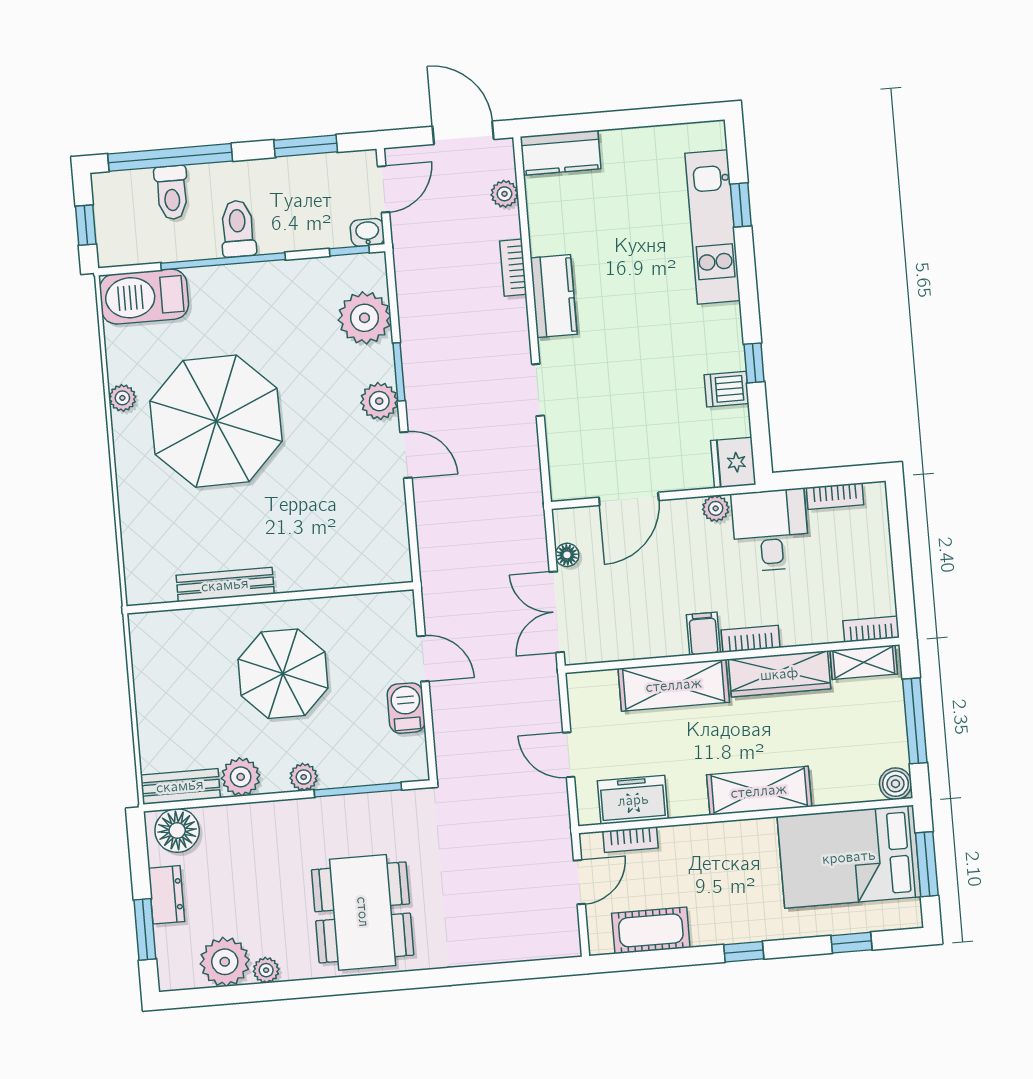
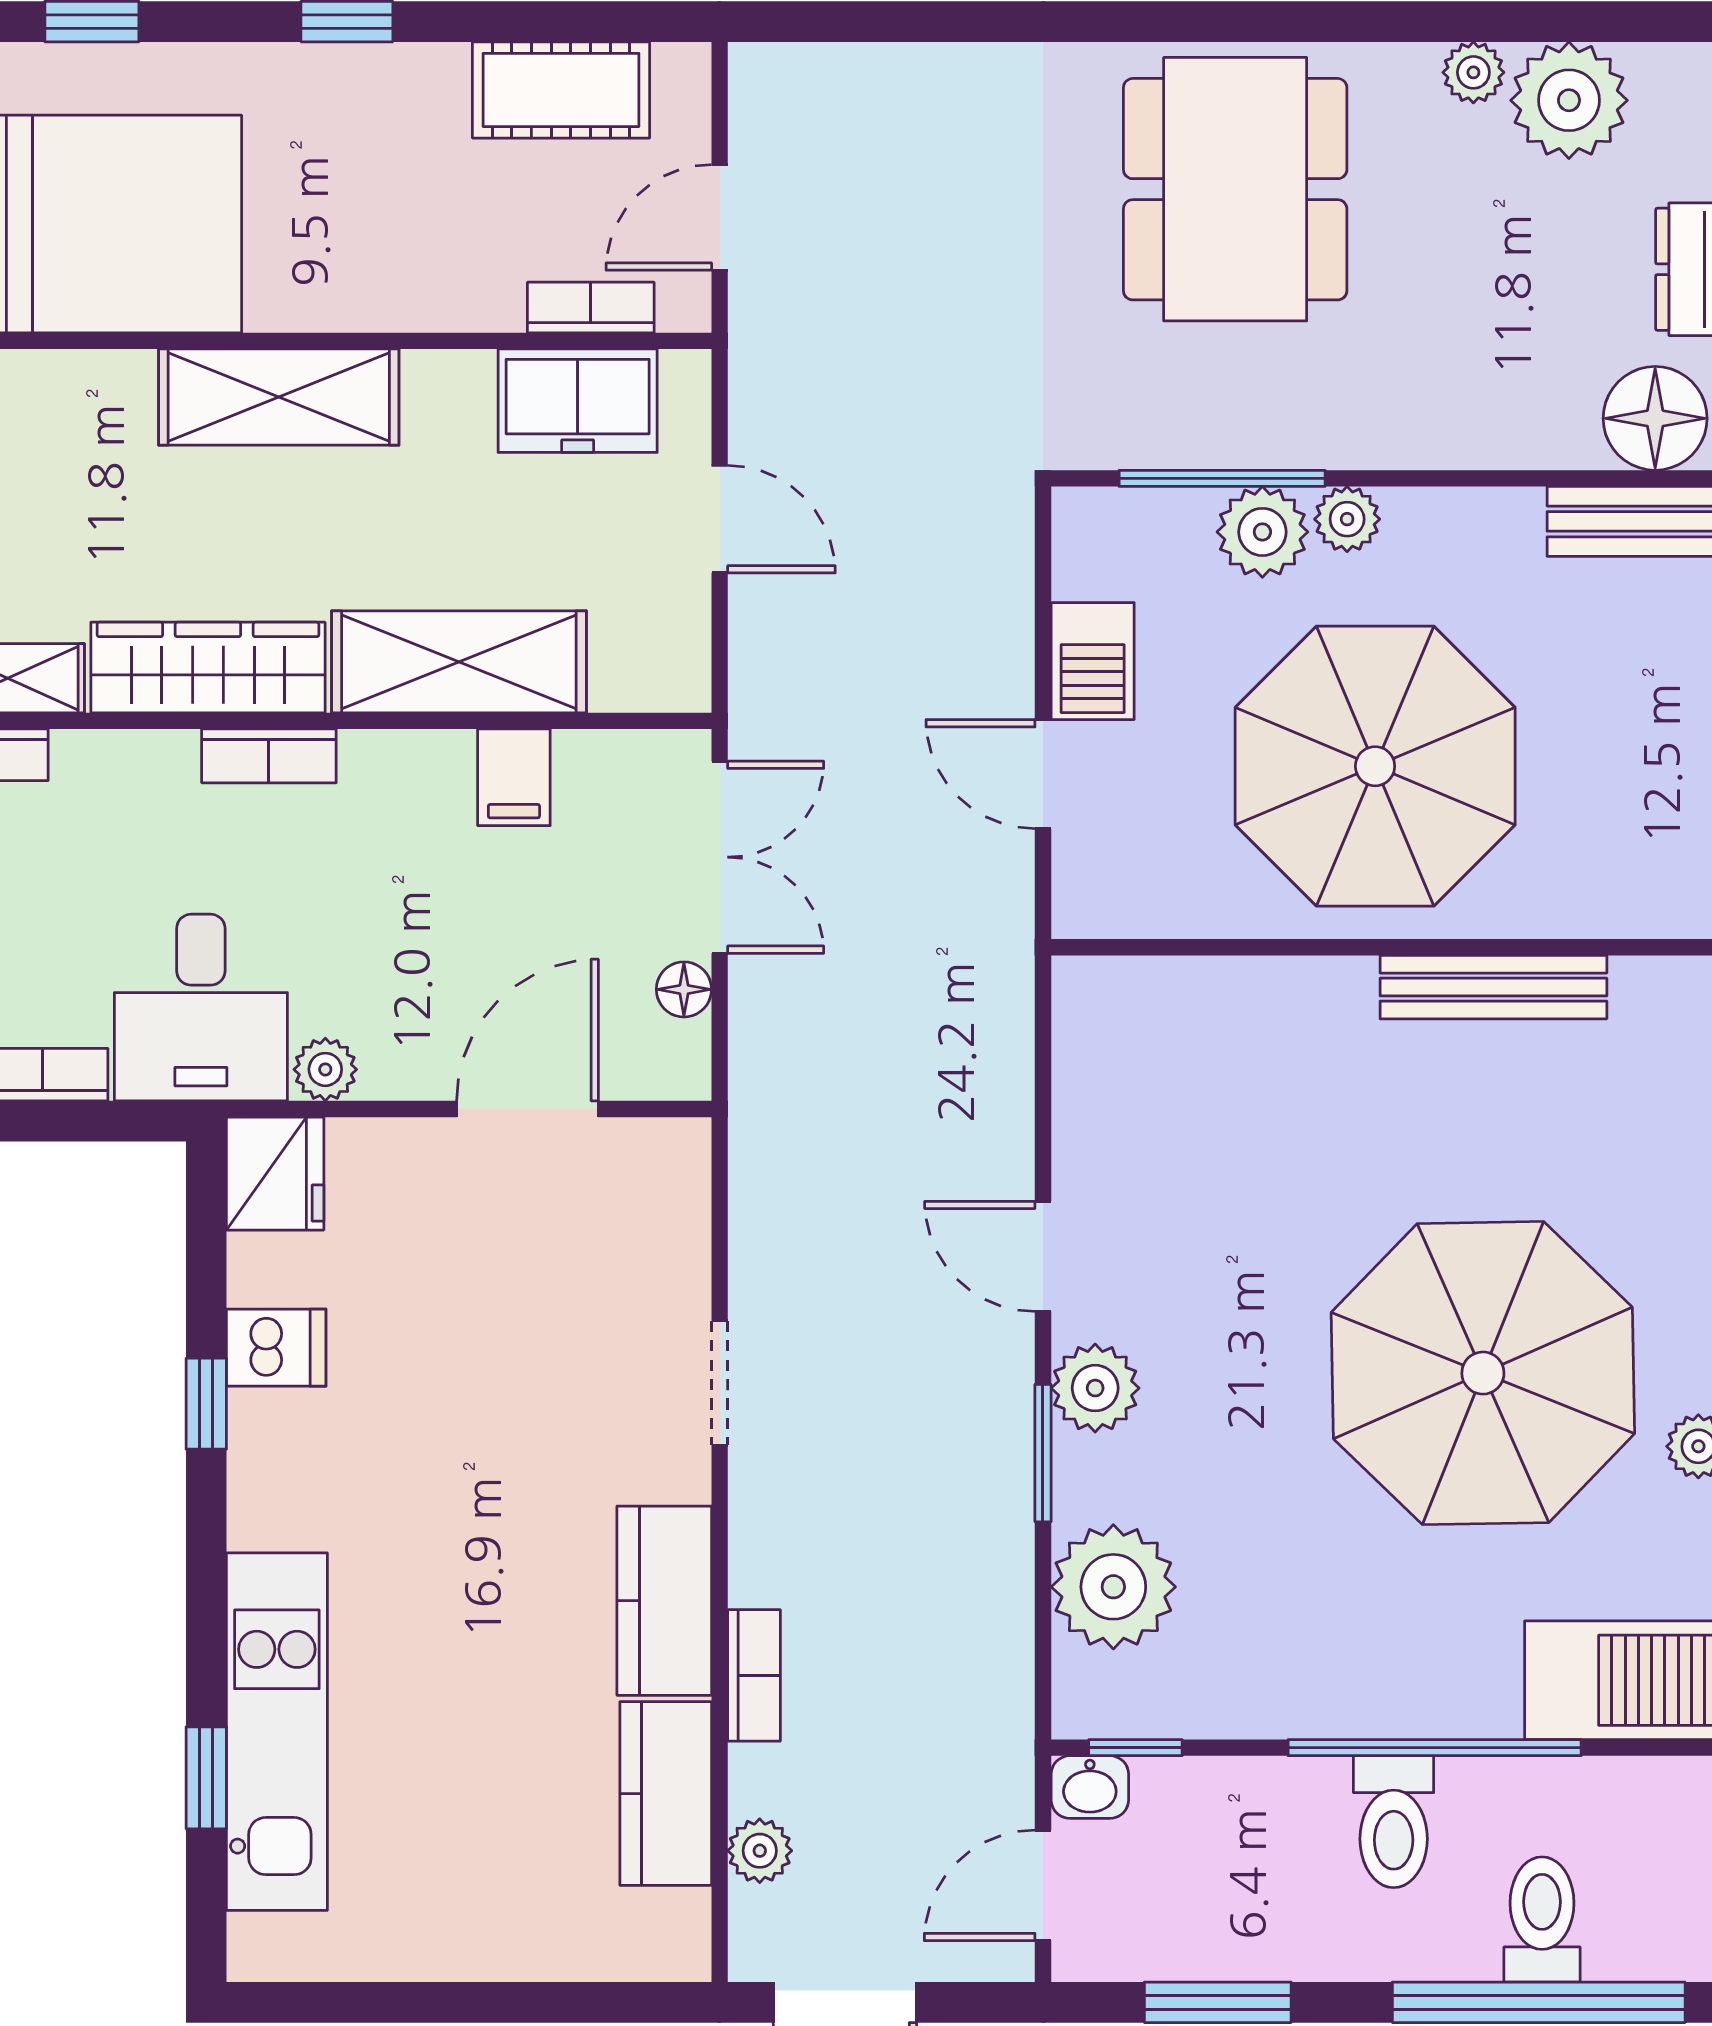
kitchen counter: (561, 153) -> (666, 1794), moved, turned -90
filing cabinet: (703, 634) -> (514, 777), moved
parasol: (283, 674) -> (1375, 766), width x1.36, depth x1.36
plant: (241, 777) -> (1262, 532), moved

